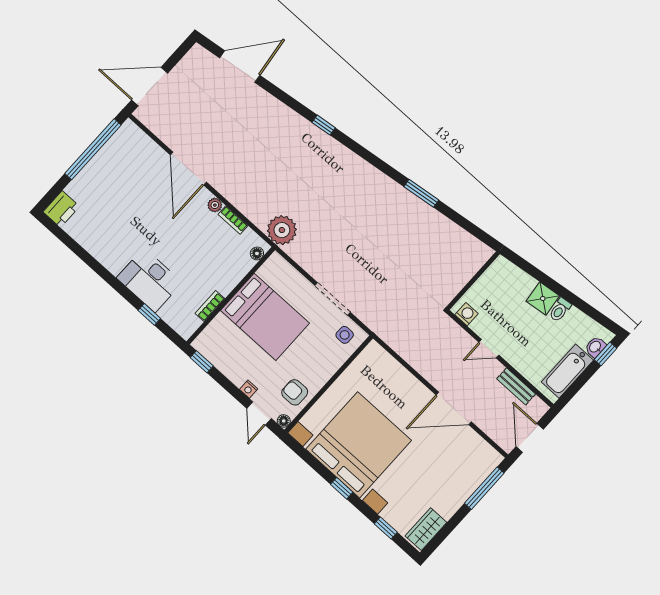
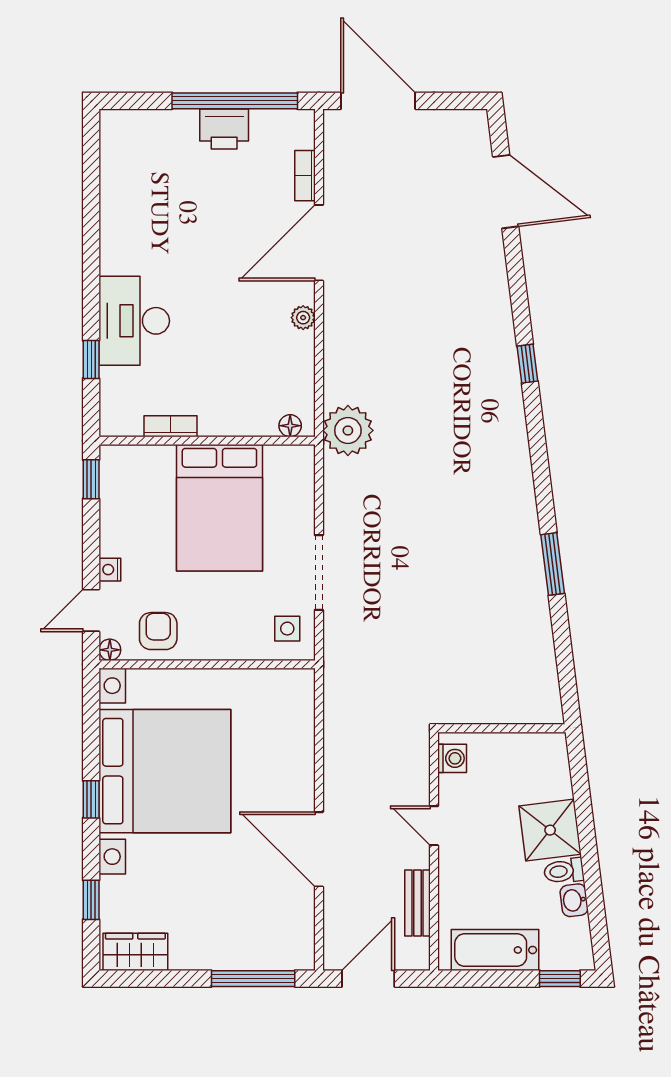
printer: (61, 209) -> (224, 129), moved
bookcase: (233, 220) -> (305, 176), moved
shower: (543, 299) -> (550, 830), width x1.36, depth x1.36
washbasin: (595, 347) -> (574, 900), moved, turned -97

